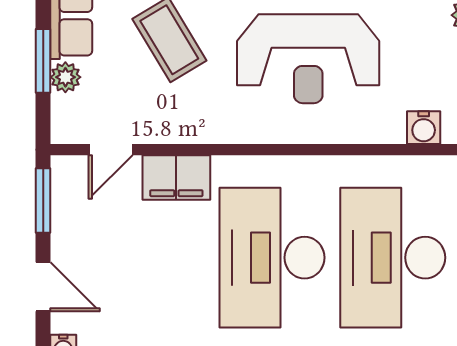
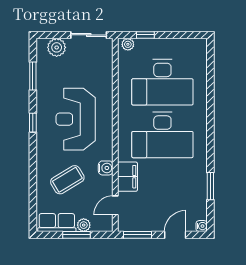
reception desk: (308, 59) -> (76, 119), turned 180
water cooler: (424, 128) -> (106, 168), moved
door: (111, 150) -> (115, 205), swing flipped

